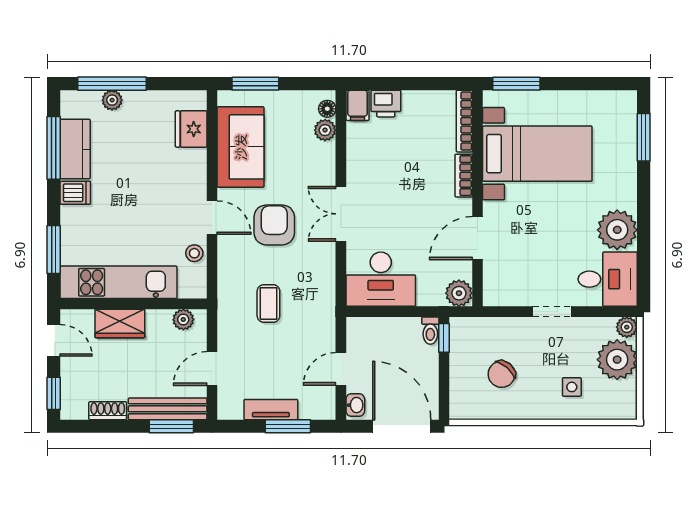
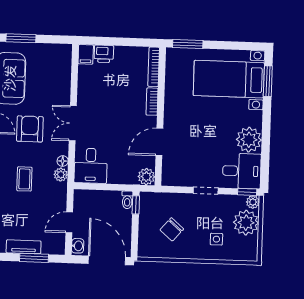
floor lamp: (327, 109) -> (63, 161), moved
plant: (325, 130) -> (61, 175), moved
bed with nightstands: (537, 154) -> (229, 79), moved, turned 180
desk: (381, 279) -> (91, 166), width x0.73
window: (617, 312) -> (247, 192), added

